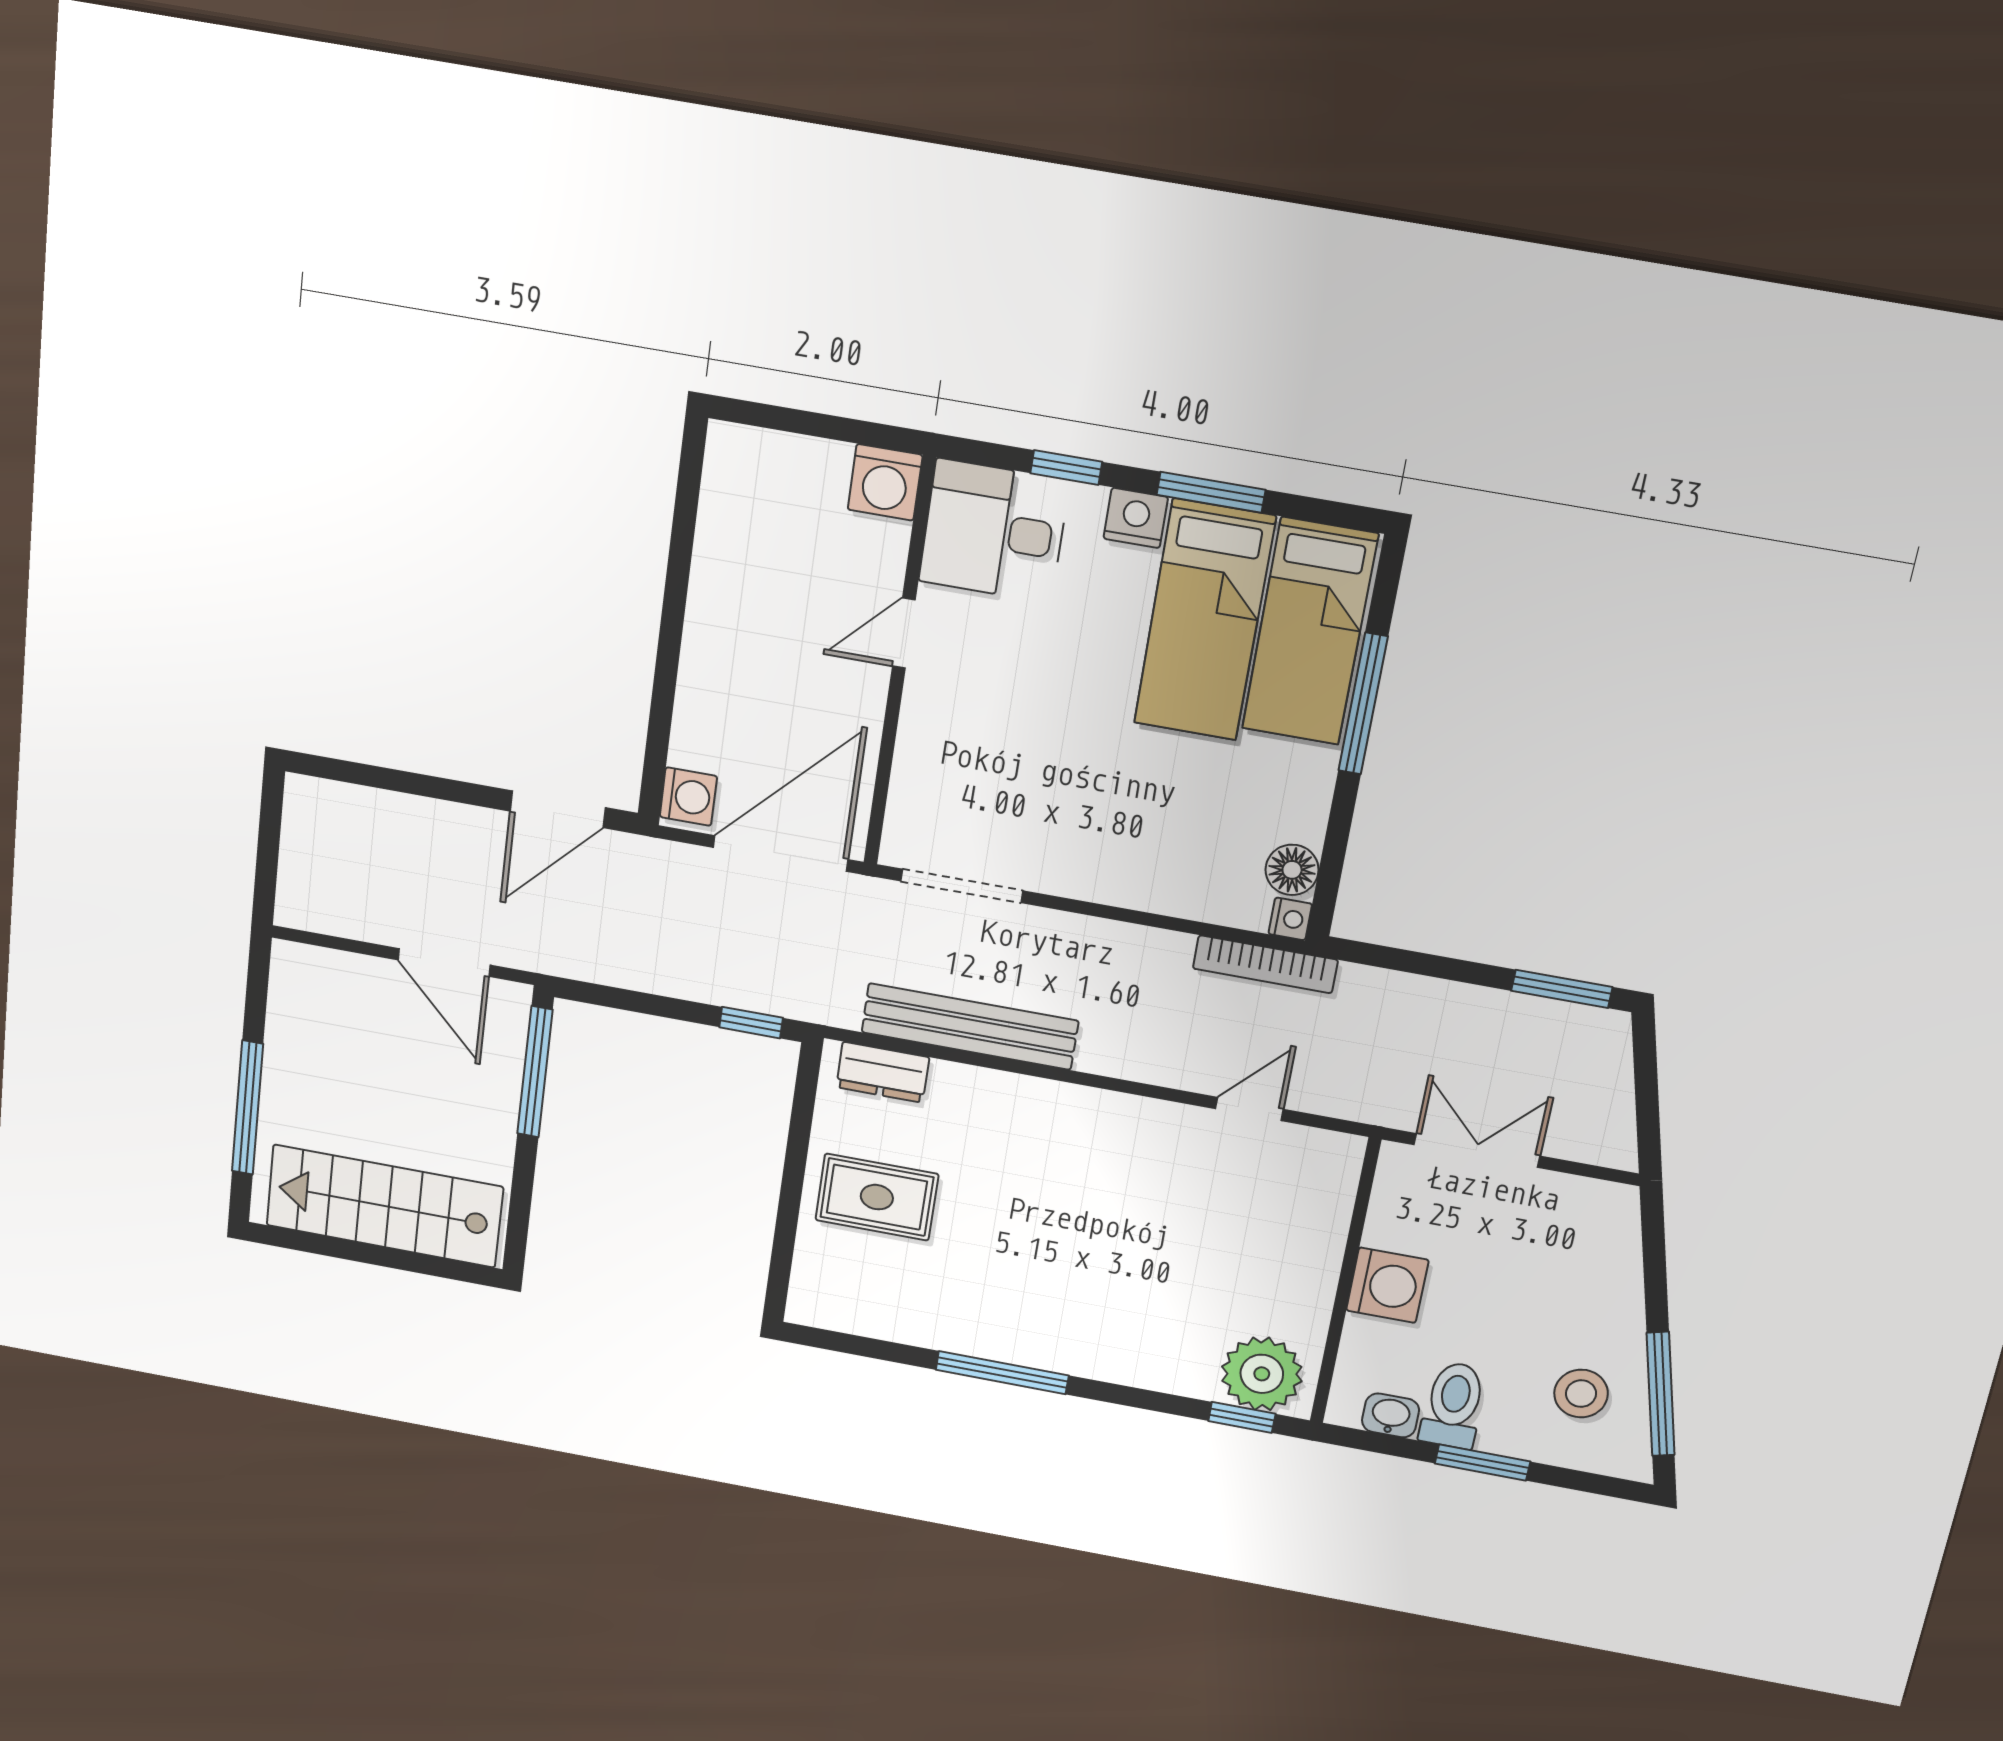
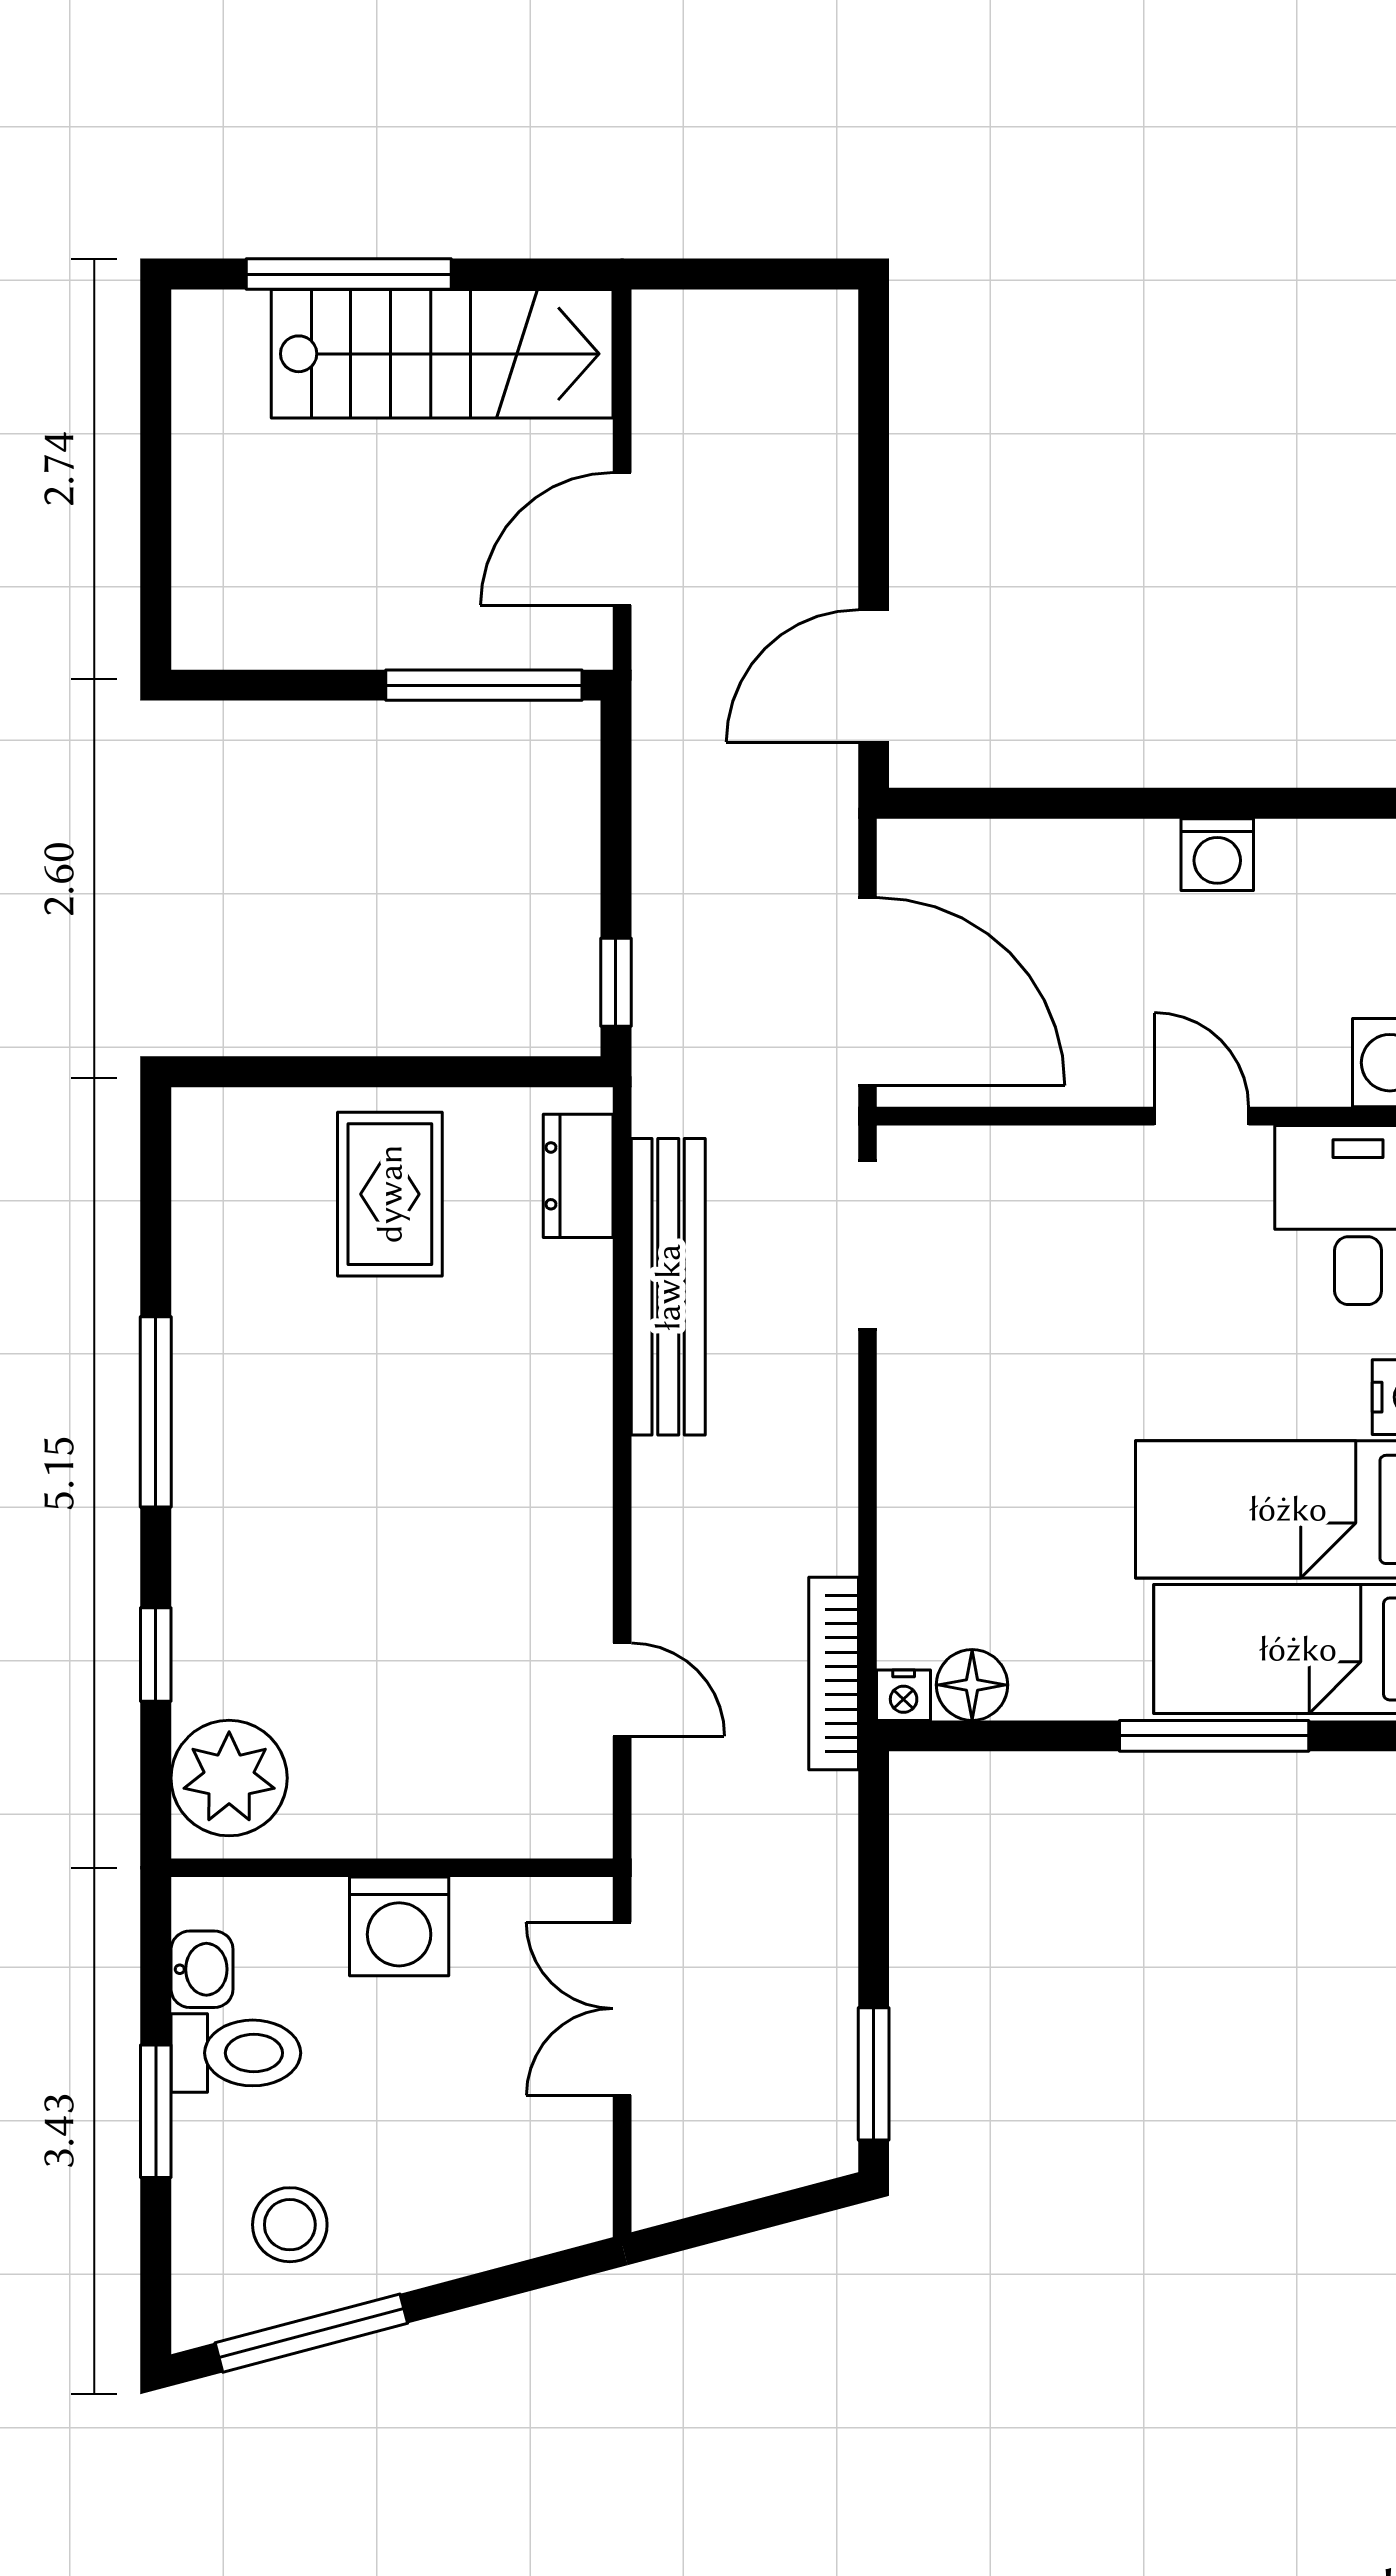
washing machine: (688, 797) -> (1217, 855), moved
door: (558, 809) -> (874, 676), hinge flipped
double door: (1477, 1150) -> (622, 2009), swing flipped
stairs: (384, 1206) -> (442, 354), moved, turned 90
window: (1242, 1417) -> (156, 1655), moved

